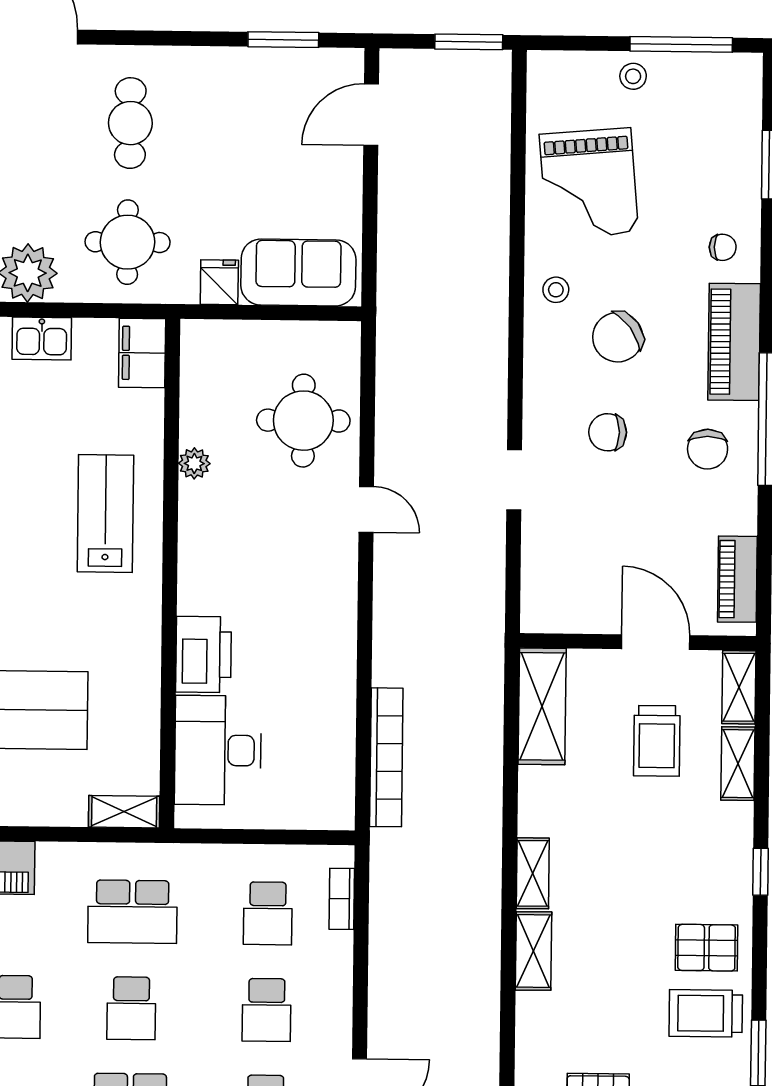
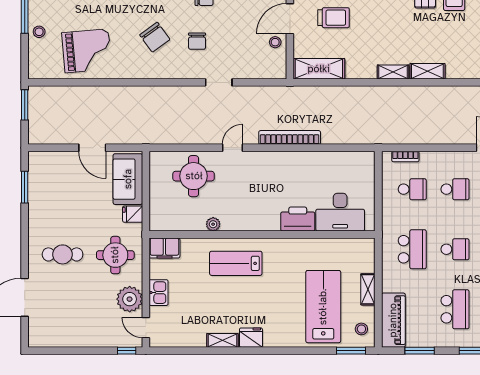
door: (371, 115) -> (92, 148), moved
stool: (556, 290) -> (275, 42), moved
bookcase: (386, 757) -> (290, 137), moved
shelving: (124, 812) -> (368, 289), moved

